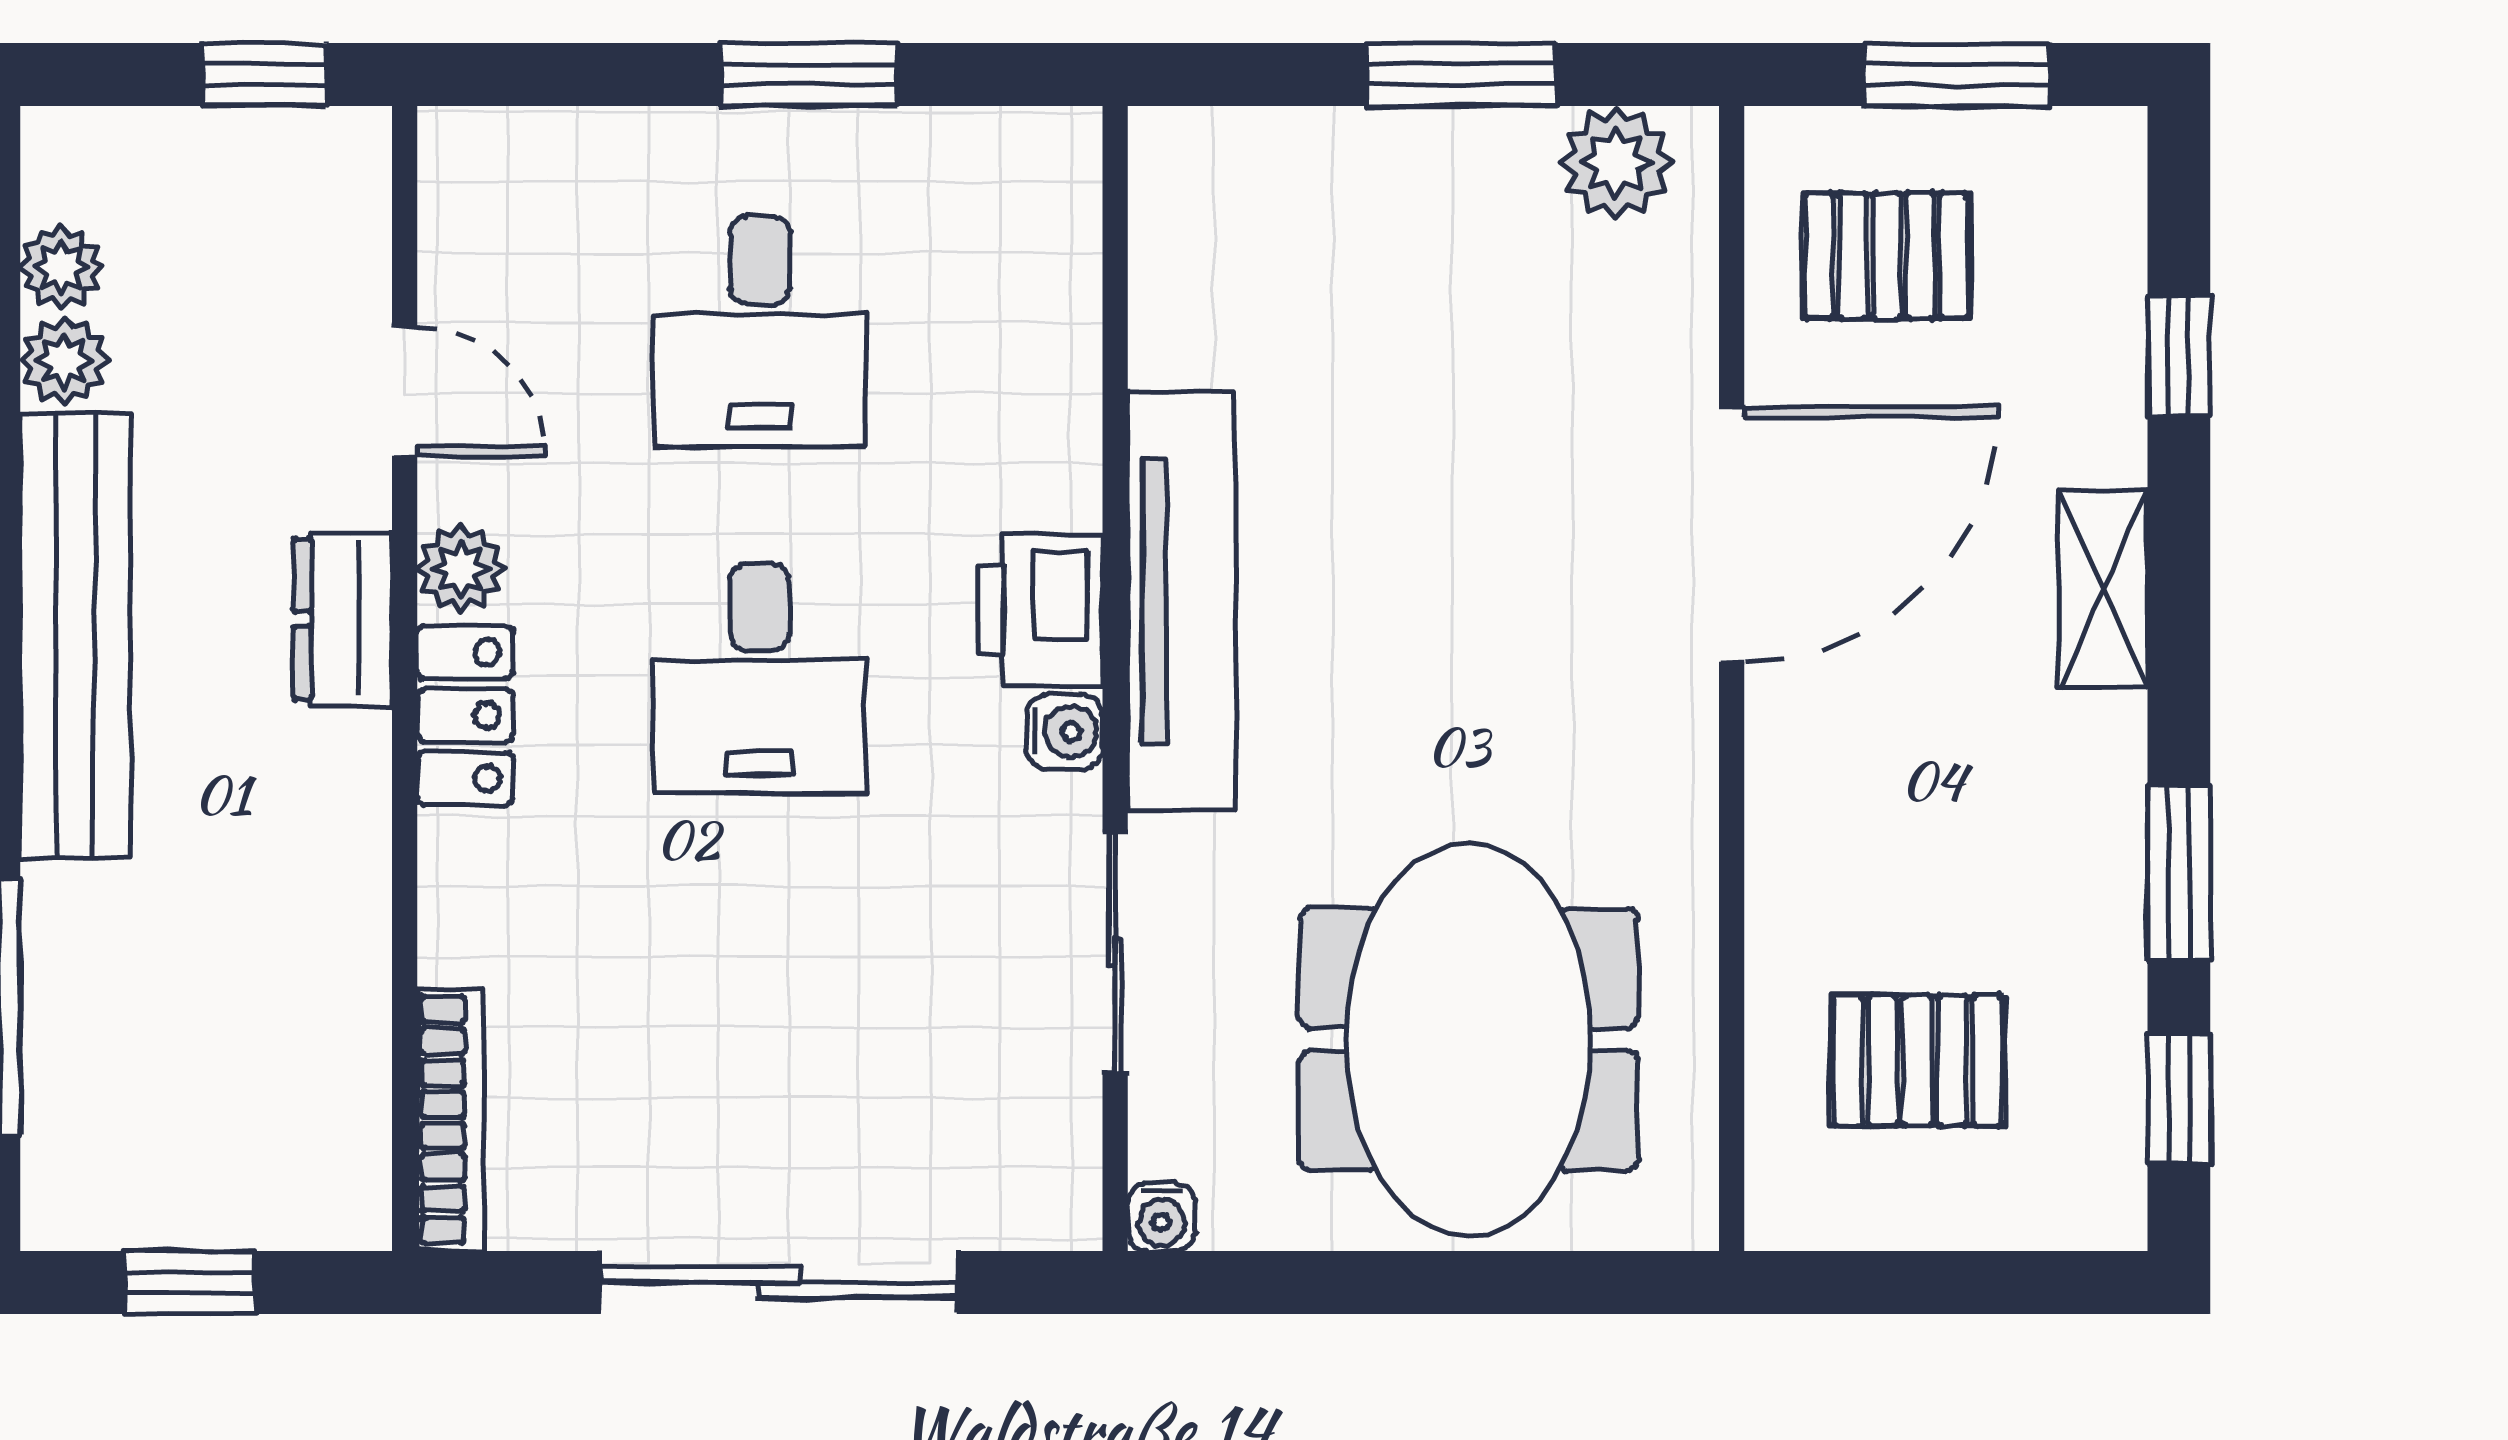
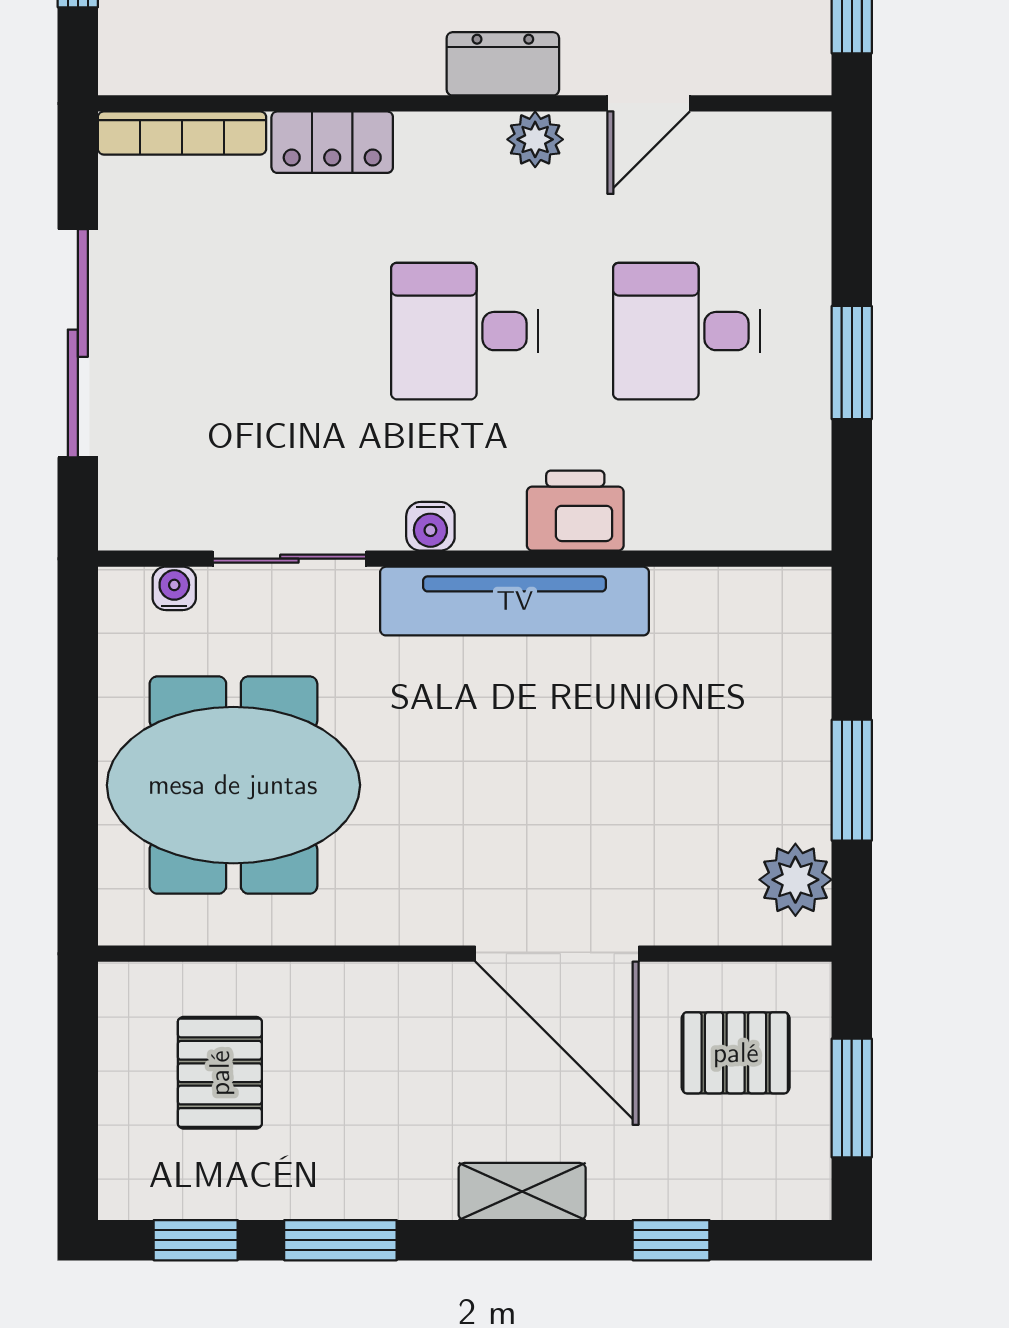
pallet: (1886, 256) -> (736, 1053), turned 90
printer: (1040, 610) -> (575, 511), moved
locker: (465, 715) -> (332, 142), moved
water cooler: (1162, 1217) -> (174, 588), moved, turned 90

